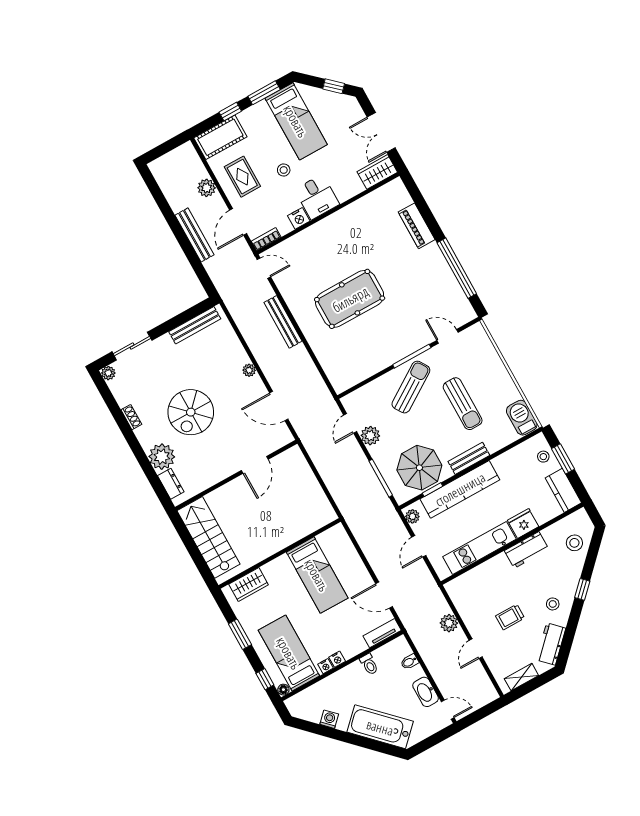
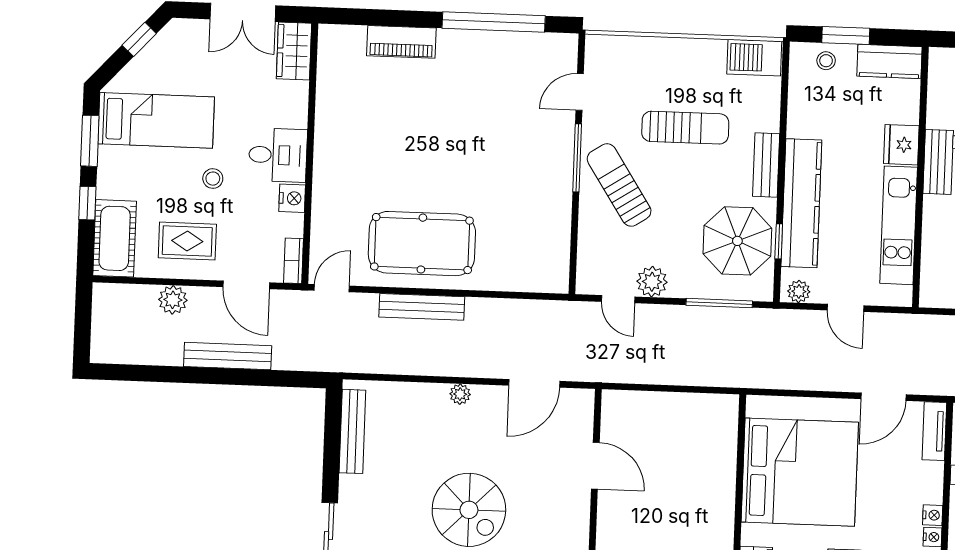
pool table: (350, 299) -> (422, 244), moved, turned 90
bed: (317, 575) -> (800, 472), width x2.04

